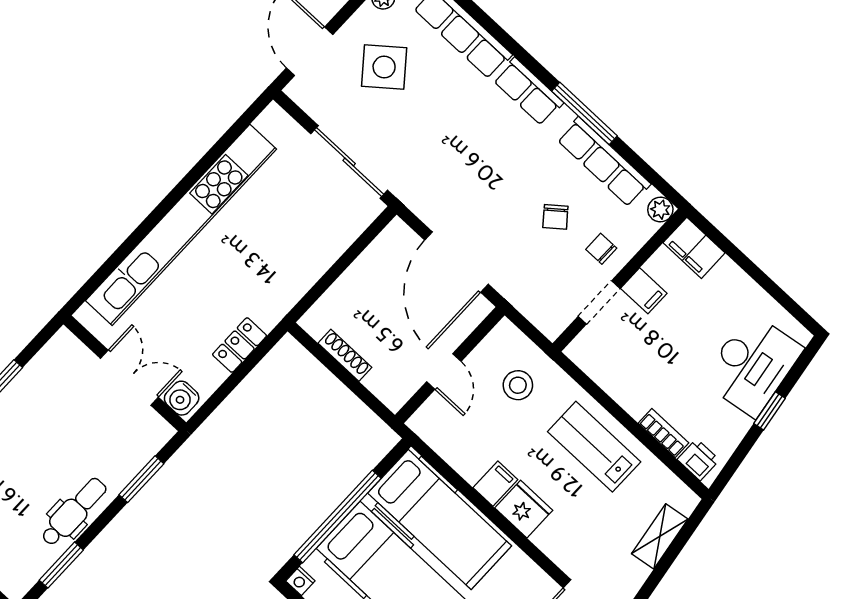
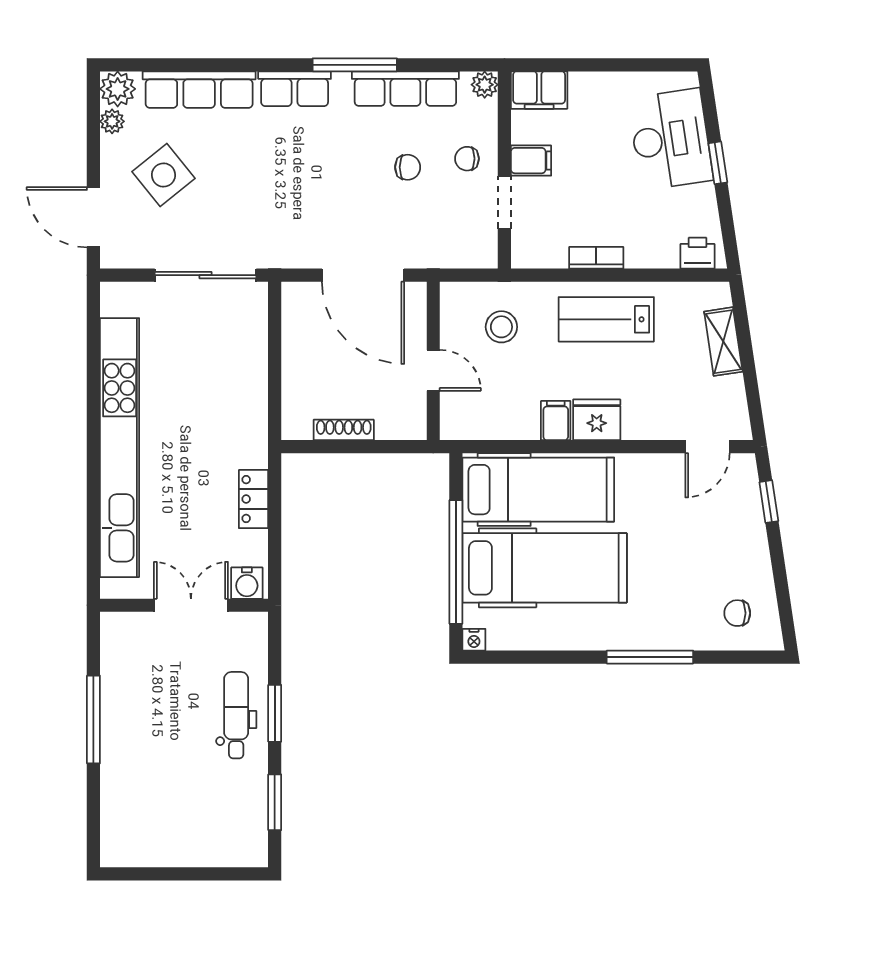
chair: (555, 217) -> (408, 167), turned -51
bookcase: (663, 433) -> (596, 258), moved
window: (141, 479) -> (275, 713), moved
dental chair: (74, 512) -> (236, 715), moved

